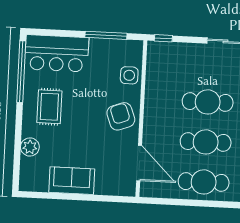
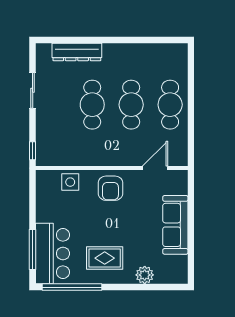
window: (106, 35) -> (33, 250), moved
armchair: (121, 116) -> (110, 188), turned -70
door: (139, 163) -> (155, 168), width x0.73
sofa: (72, 181) -> (175, 225), width x1.36

